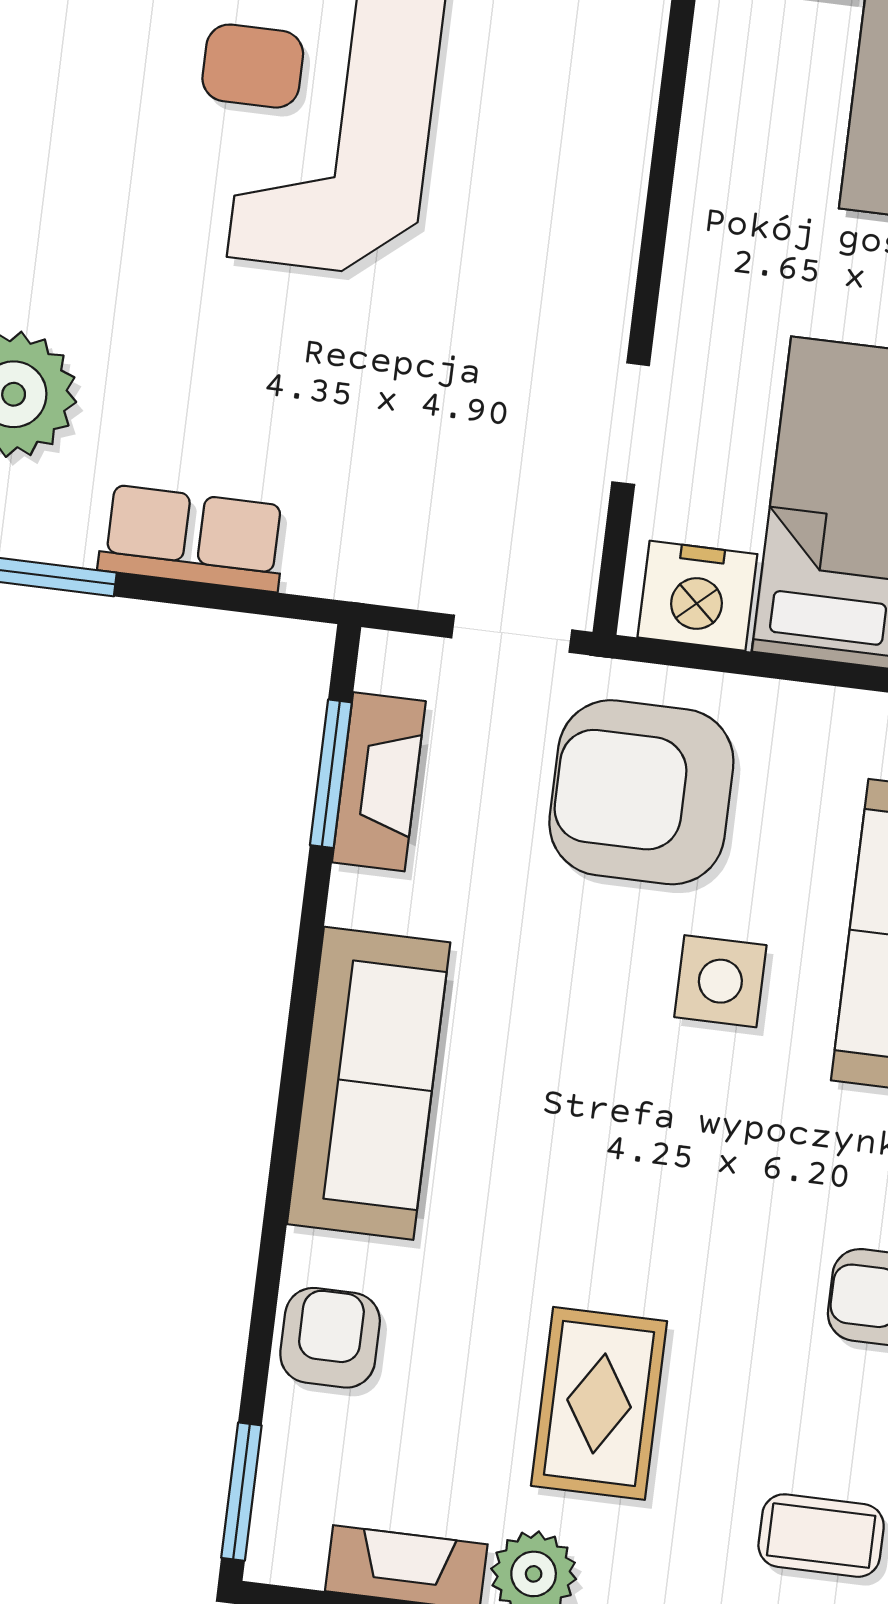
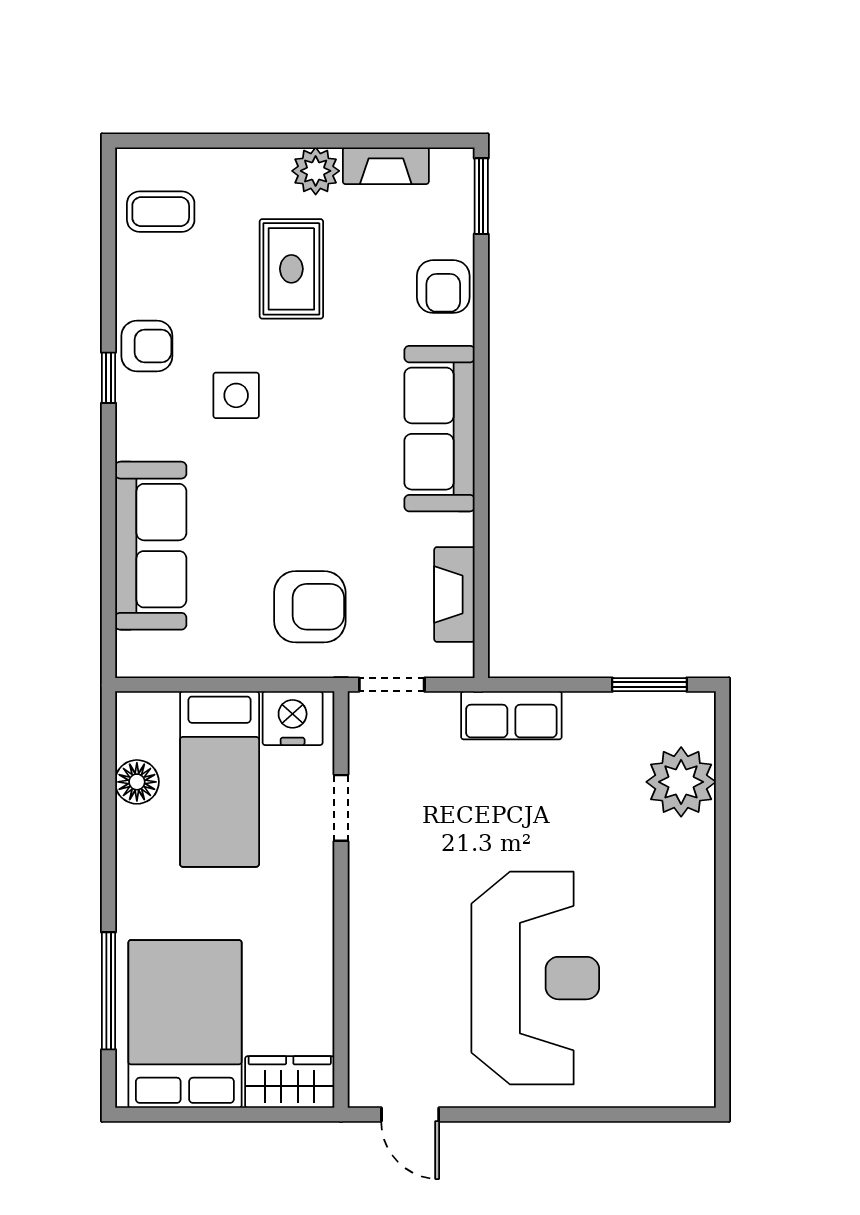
row of seats: (193, 538) -> (511, 715), moved
window: (331, 774) -> (481, 596), removed
armchair: (641, 792) -> (310, 607), width x0.73, depth x0.73
side table: (720, 981) -> (236, 395), moved

